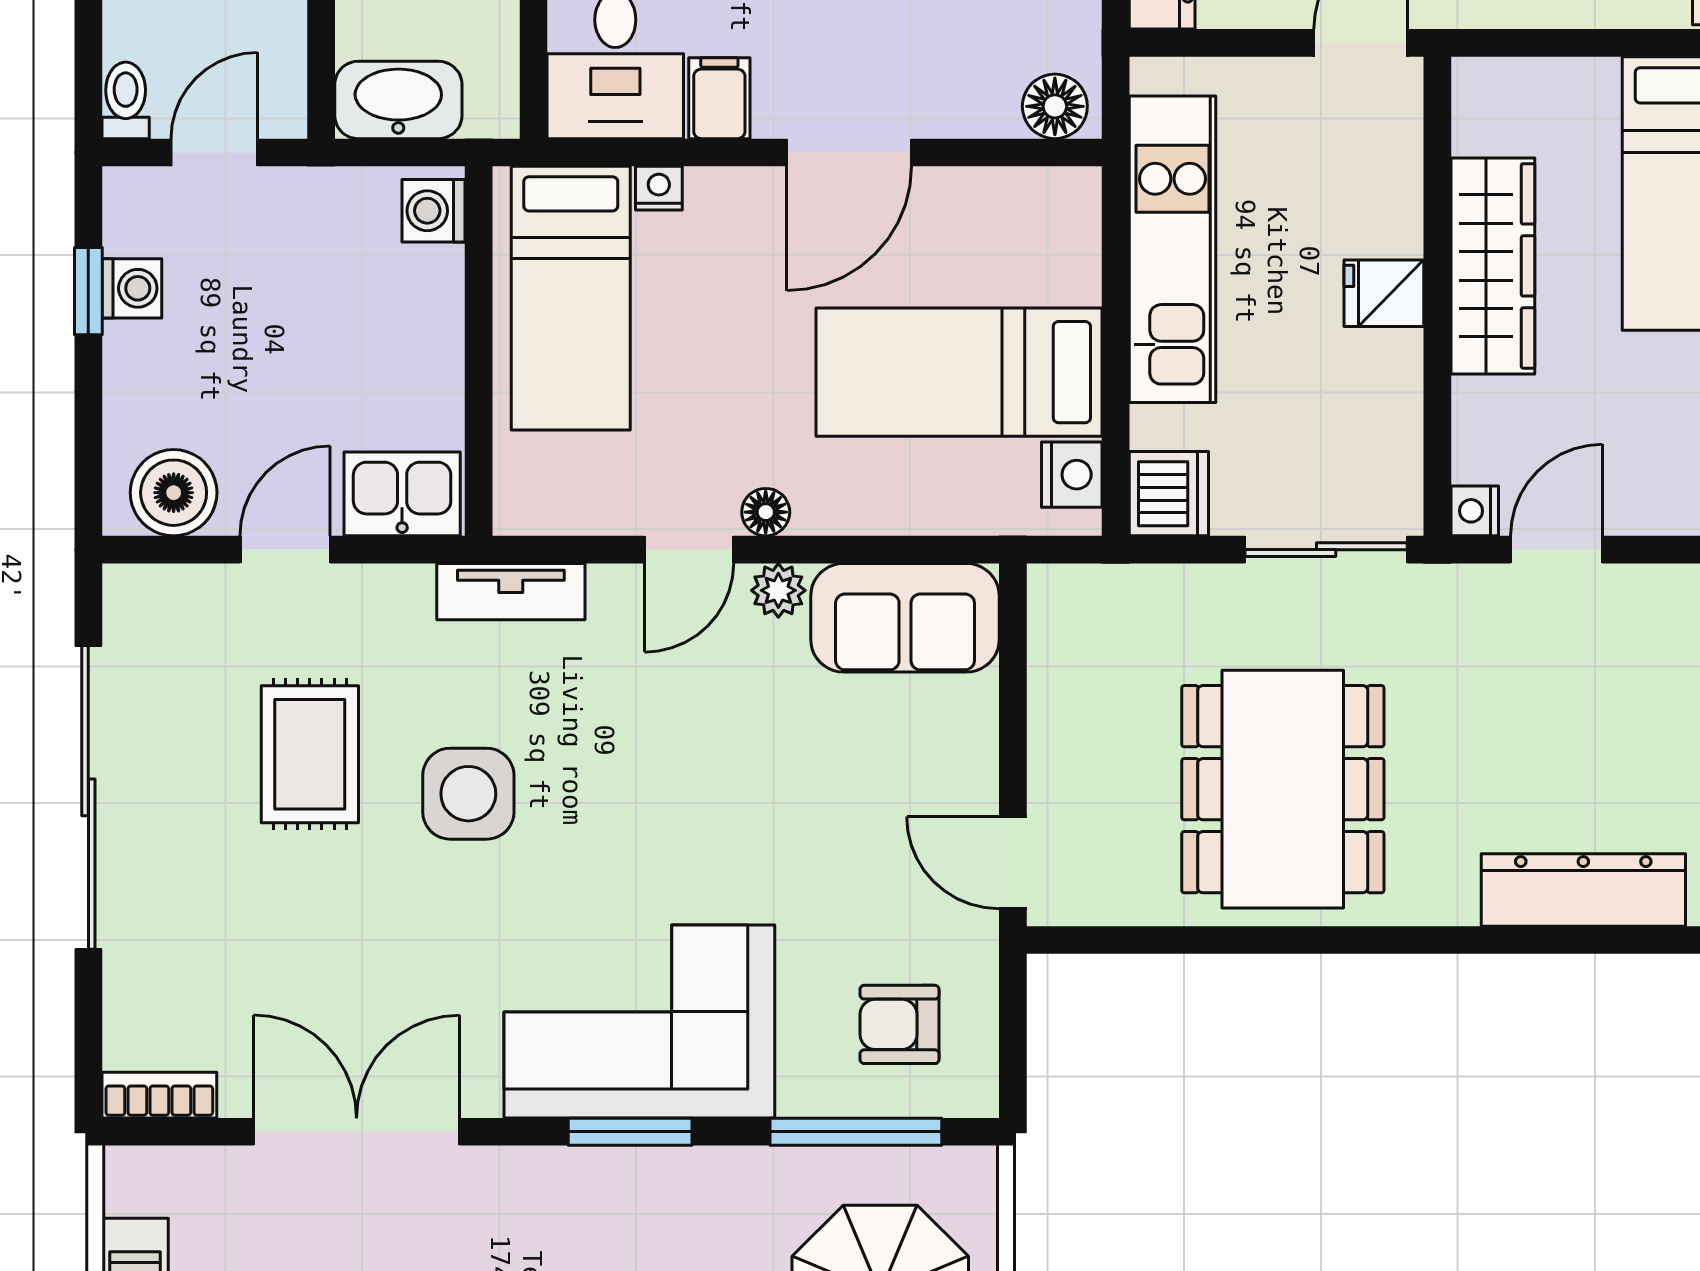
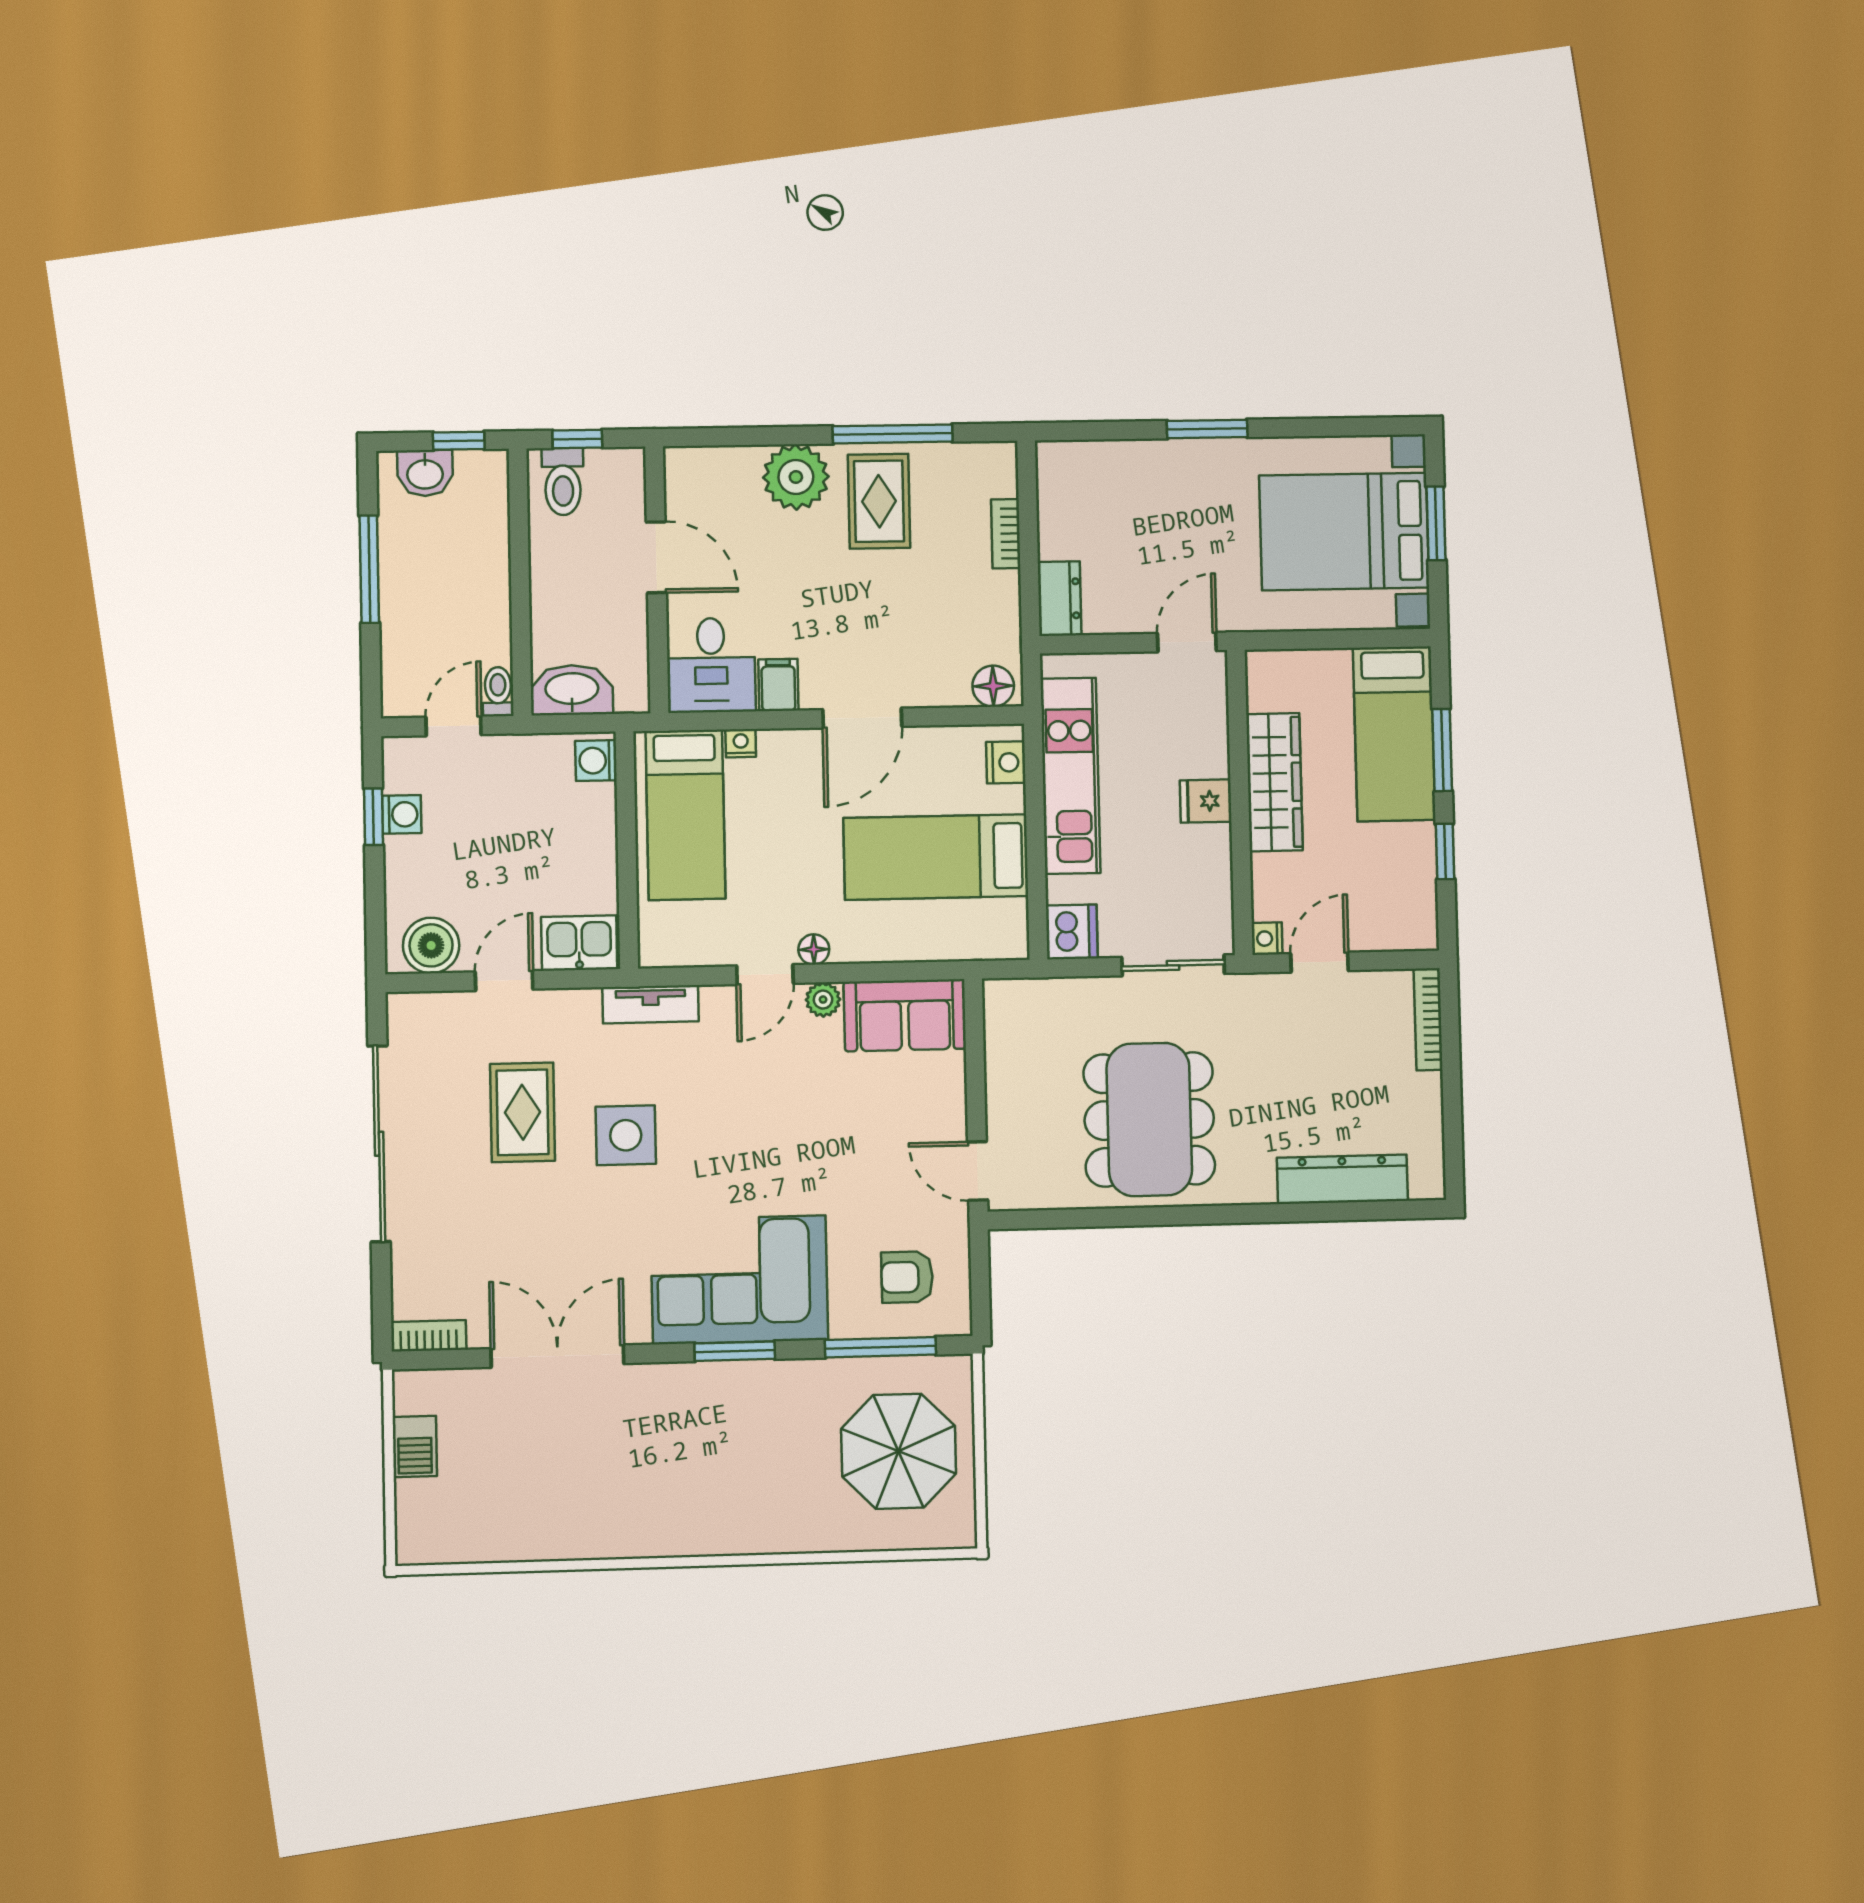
toilet: (126, 100) -> (498, 692), moved
nightstand: (1072, 475) -> (1006, 762), moved

